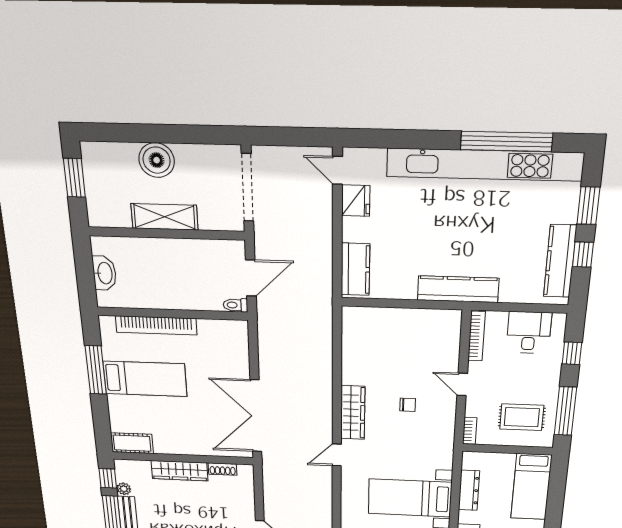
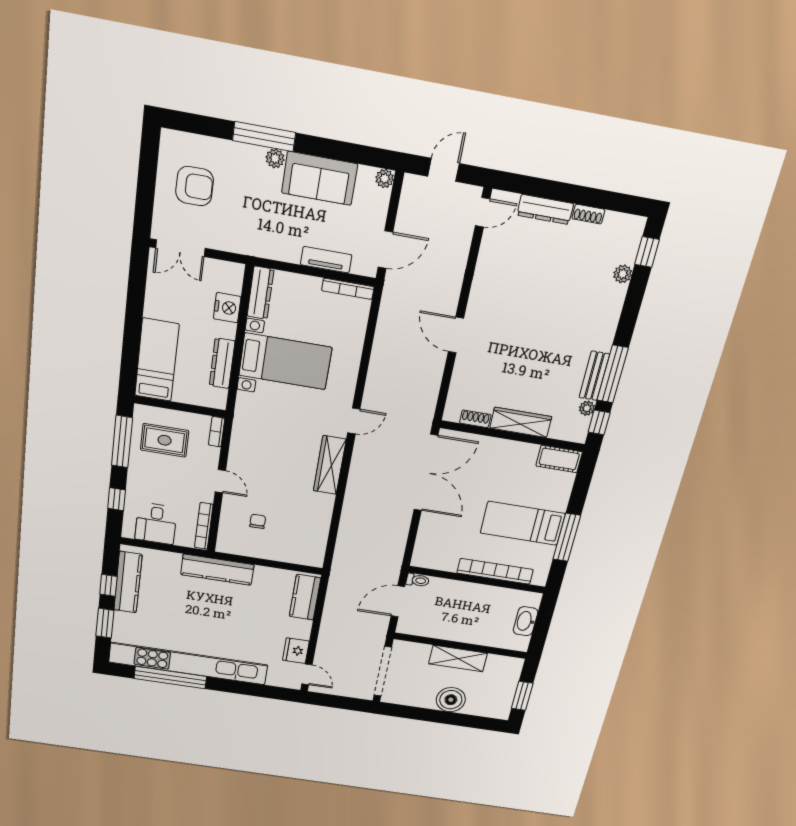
chair: (408, 405) -> (258, 521), moved, turned 90

